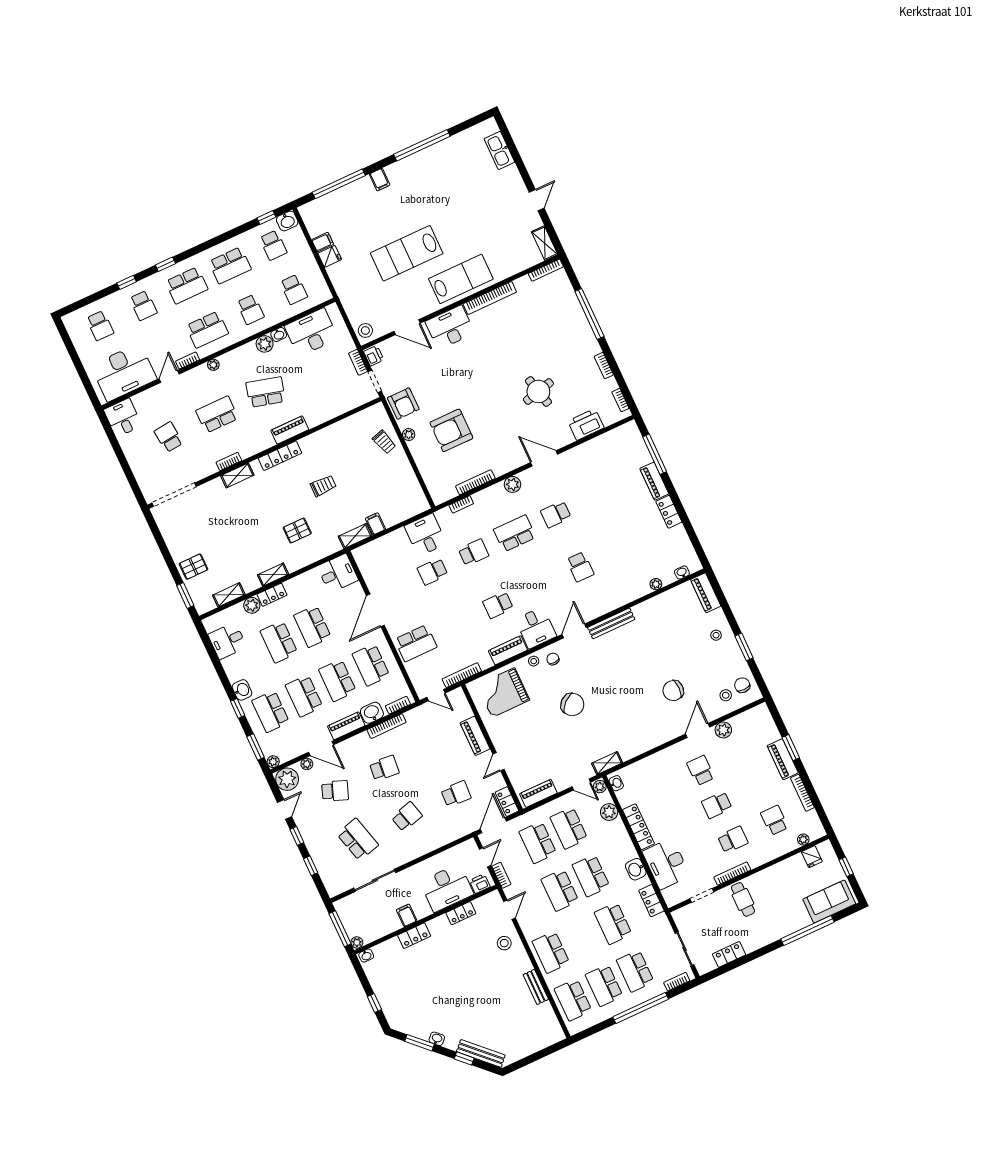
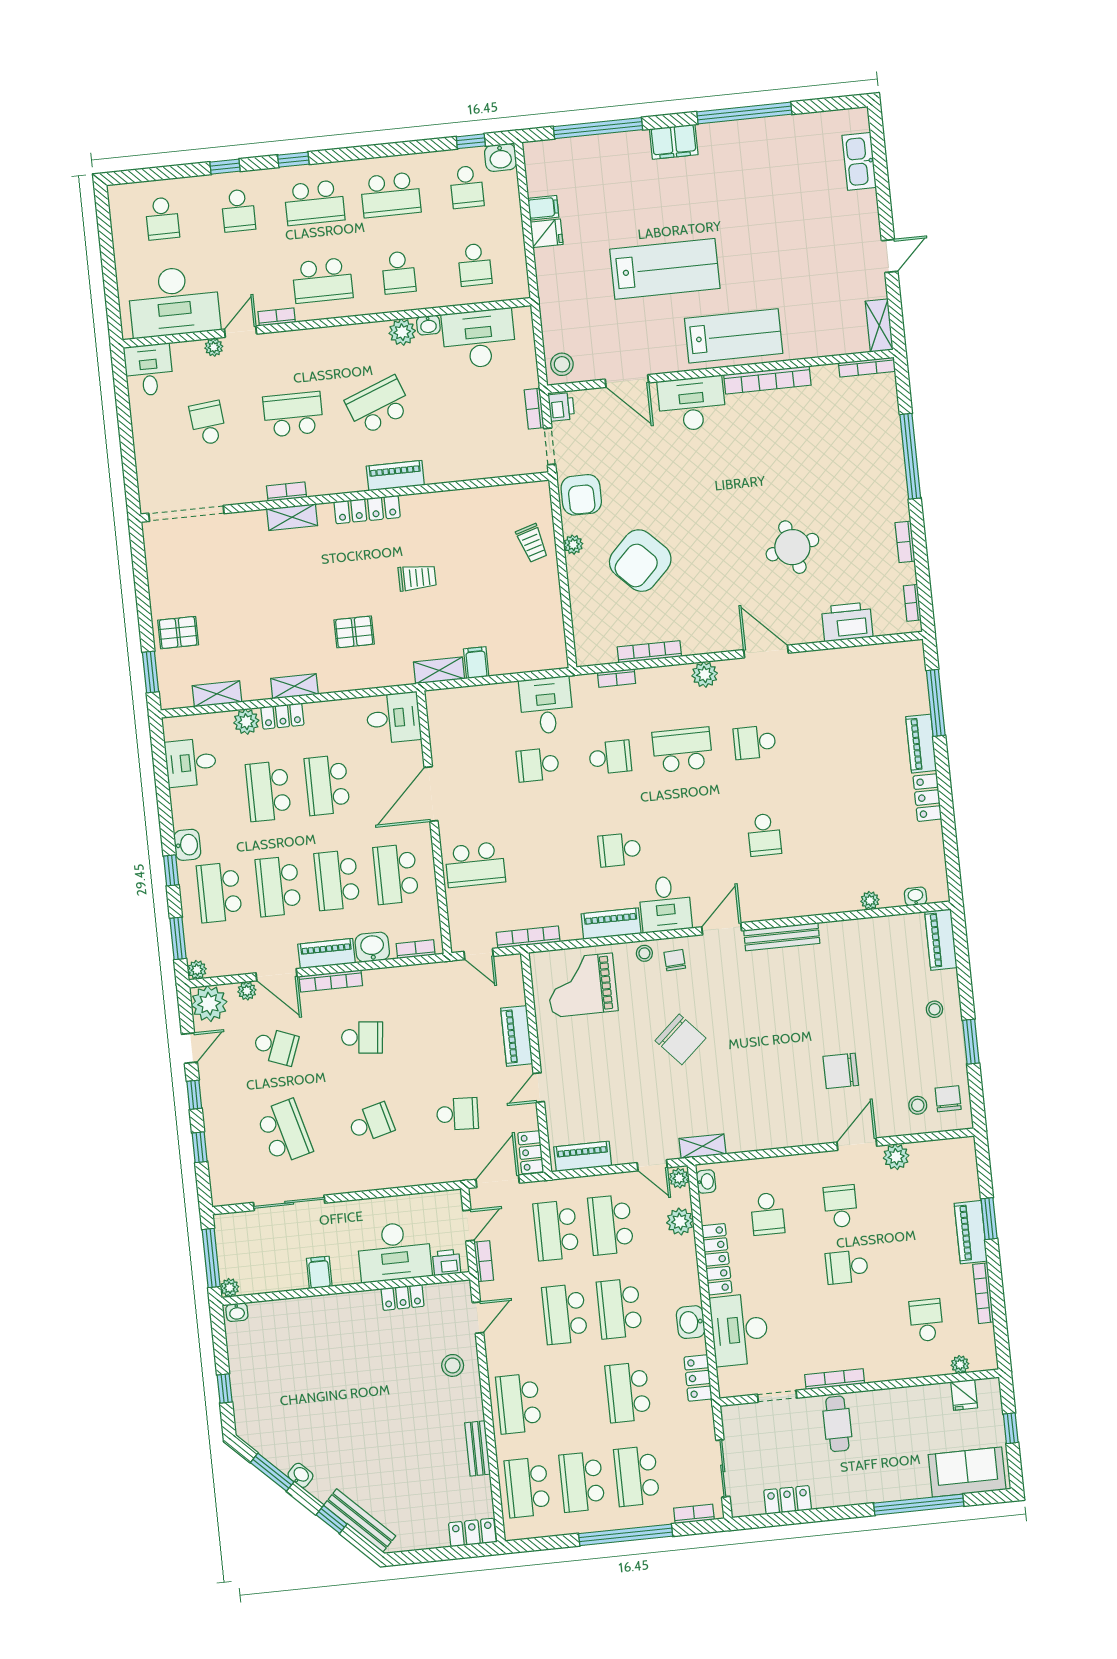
filing cabinet: (380, 180) -> (674, 142), width x2.00
lab bench: (407, 253) -> (665, 269), turned 180
plant: (213, 365) -> (214, 347), moved
school desk: (266, 392) -> (379, 405), turned -36
armchair: (451, 430) -> (640, 561), turned -45
bookcase: (387, 726) -> (331, 981), moved
school desk: (733, 840) -> (767, 1214), moved, turned 90
locker: (414, 936) -> (472, 1532), moved, turned 180

